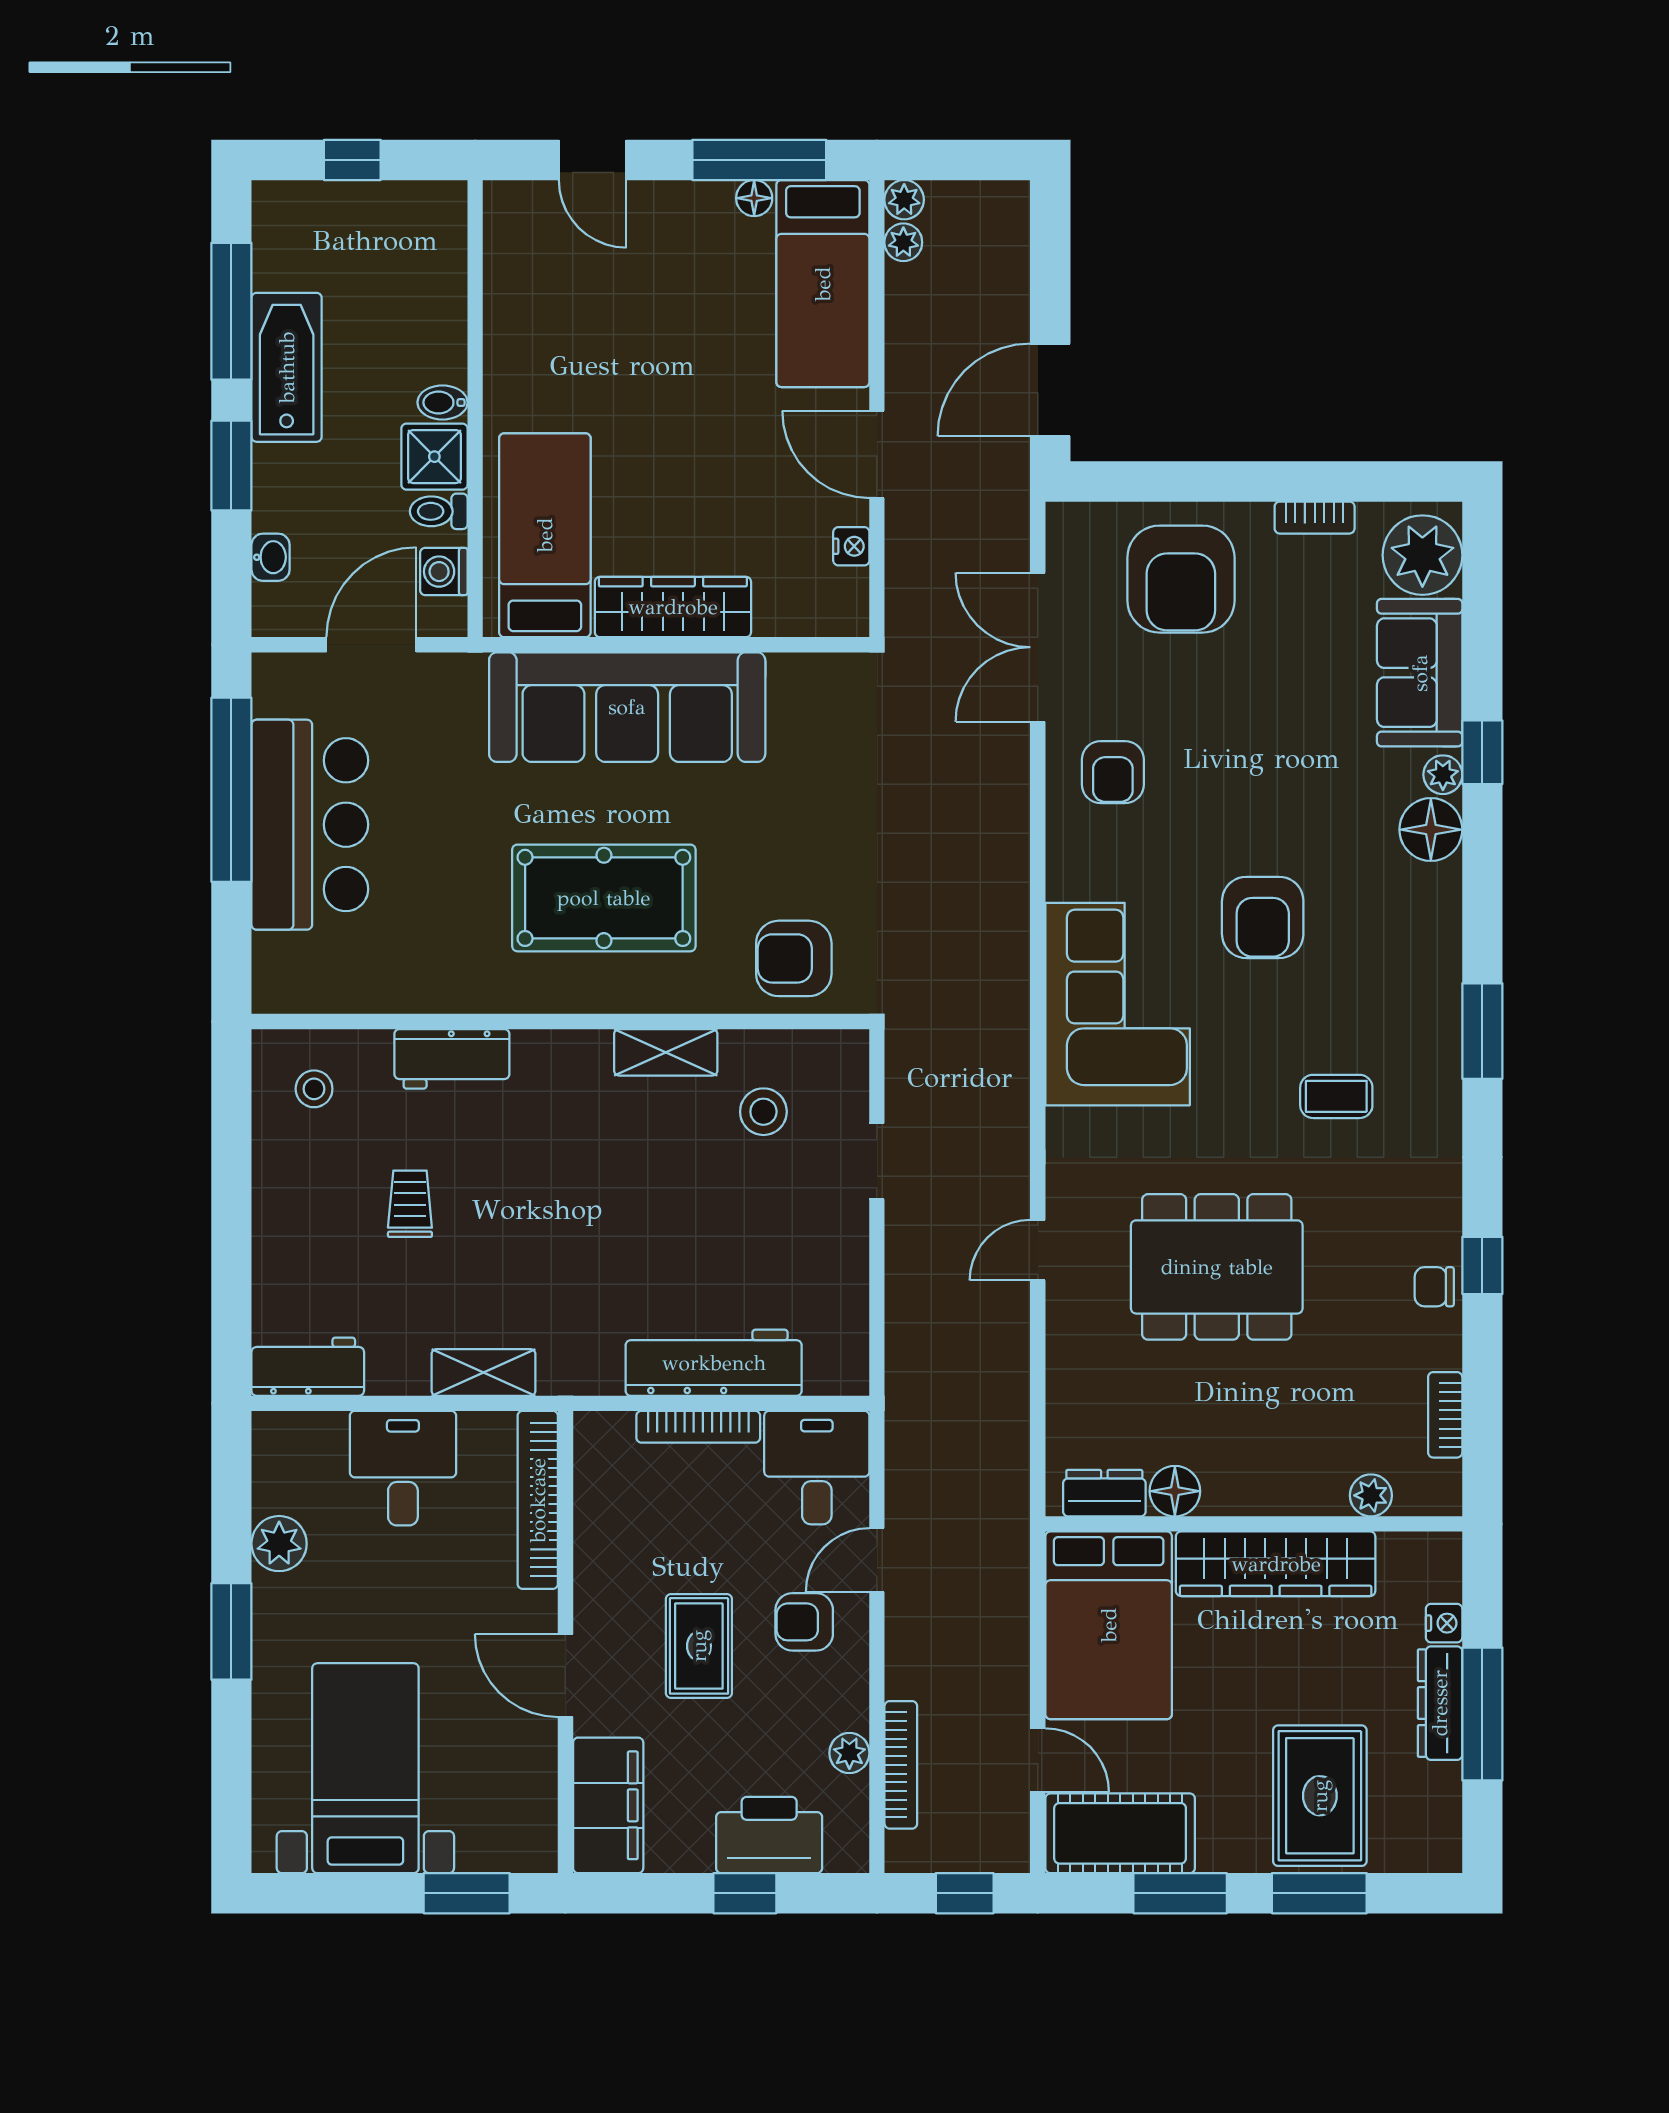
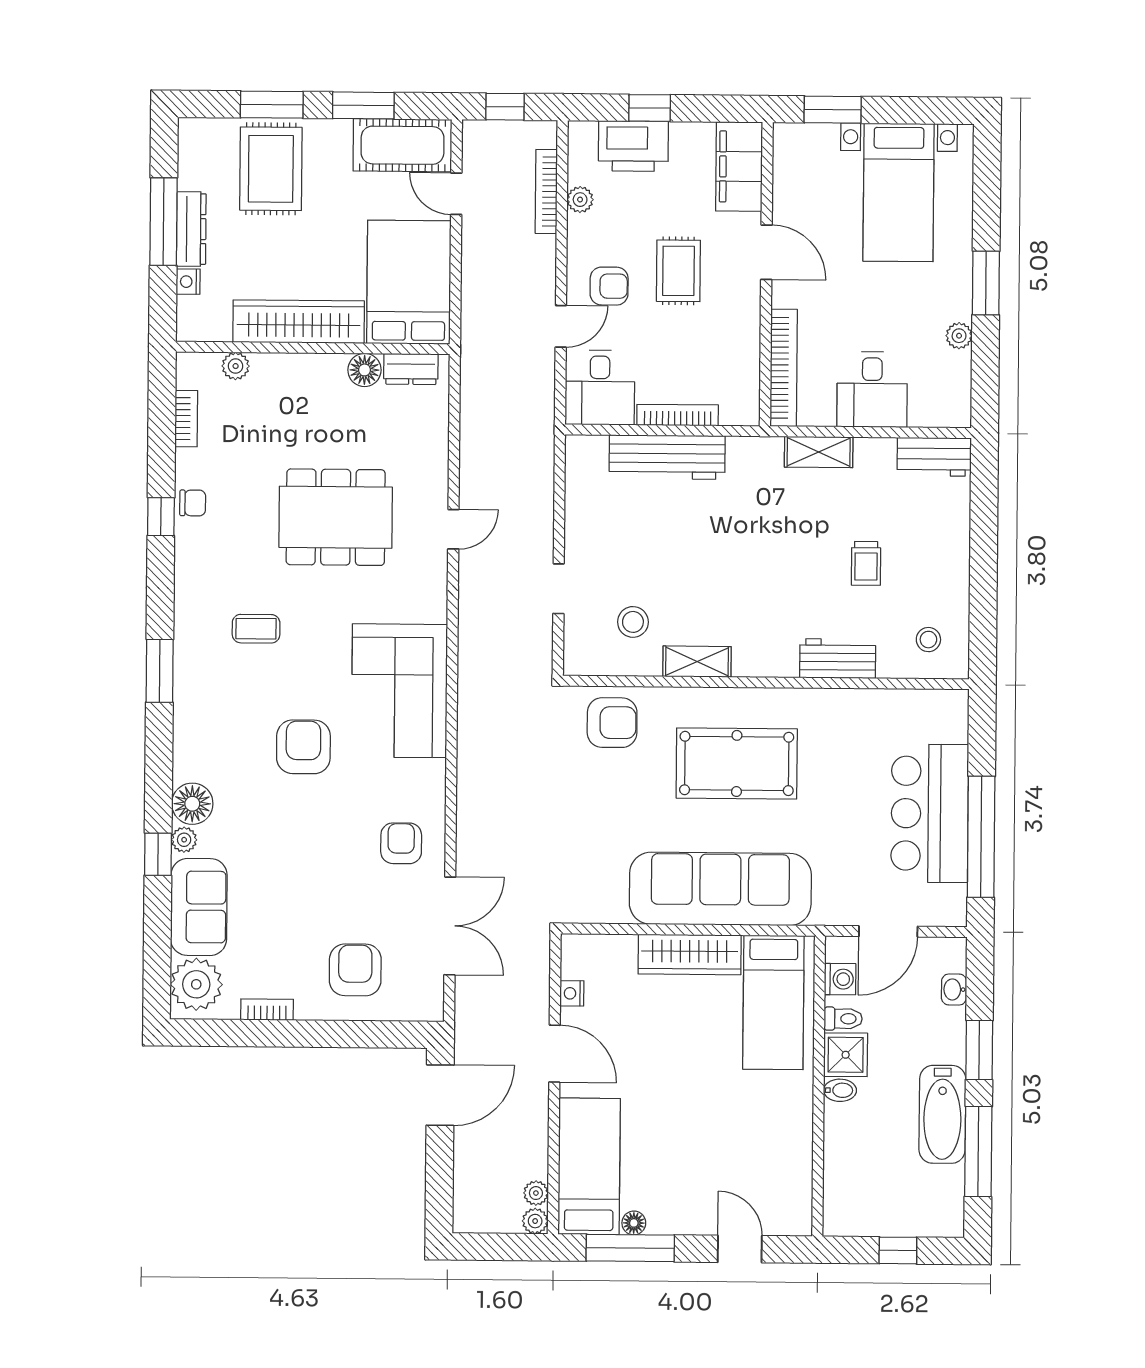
armchair: (1181, 579) -> (355, 970), width x0.73, depth x0.73
plant: (279, 1544) -> (959, 336), width x0.73, depth x0.73

